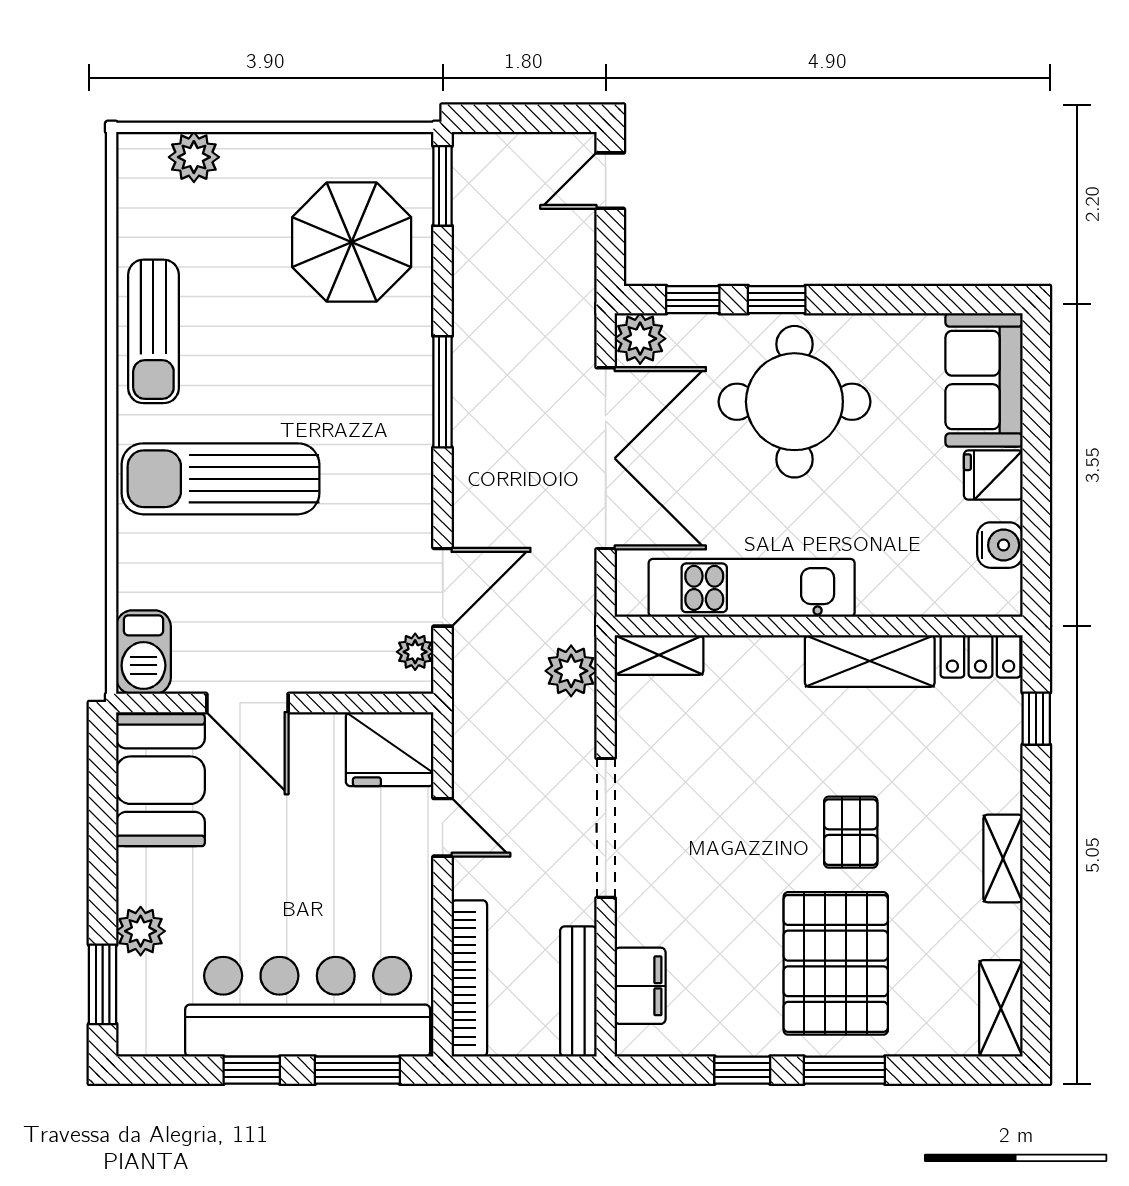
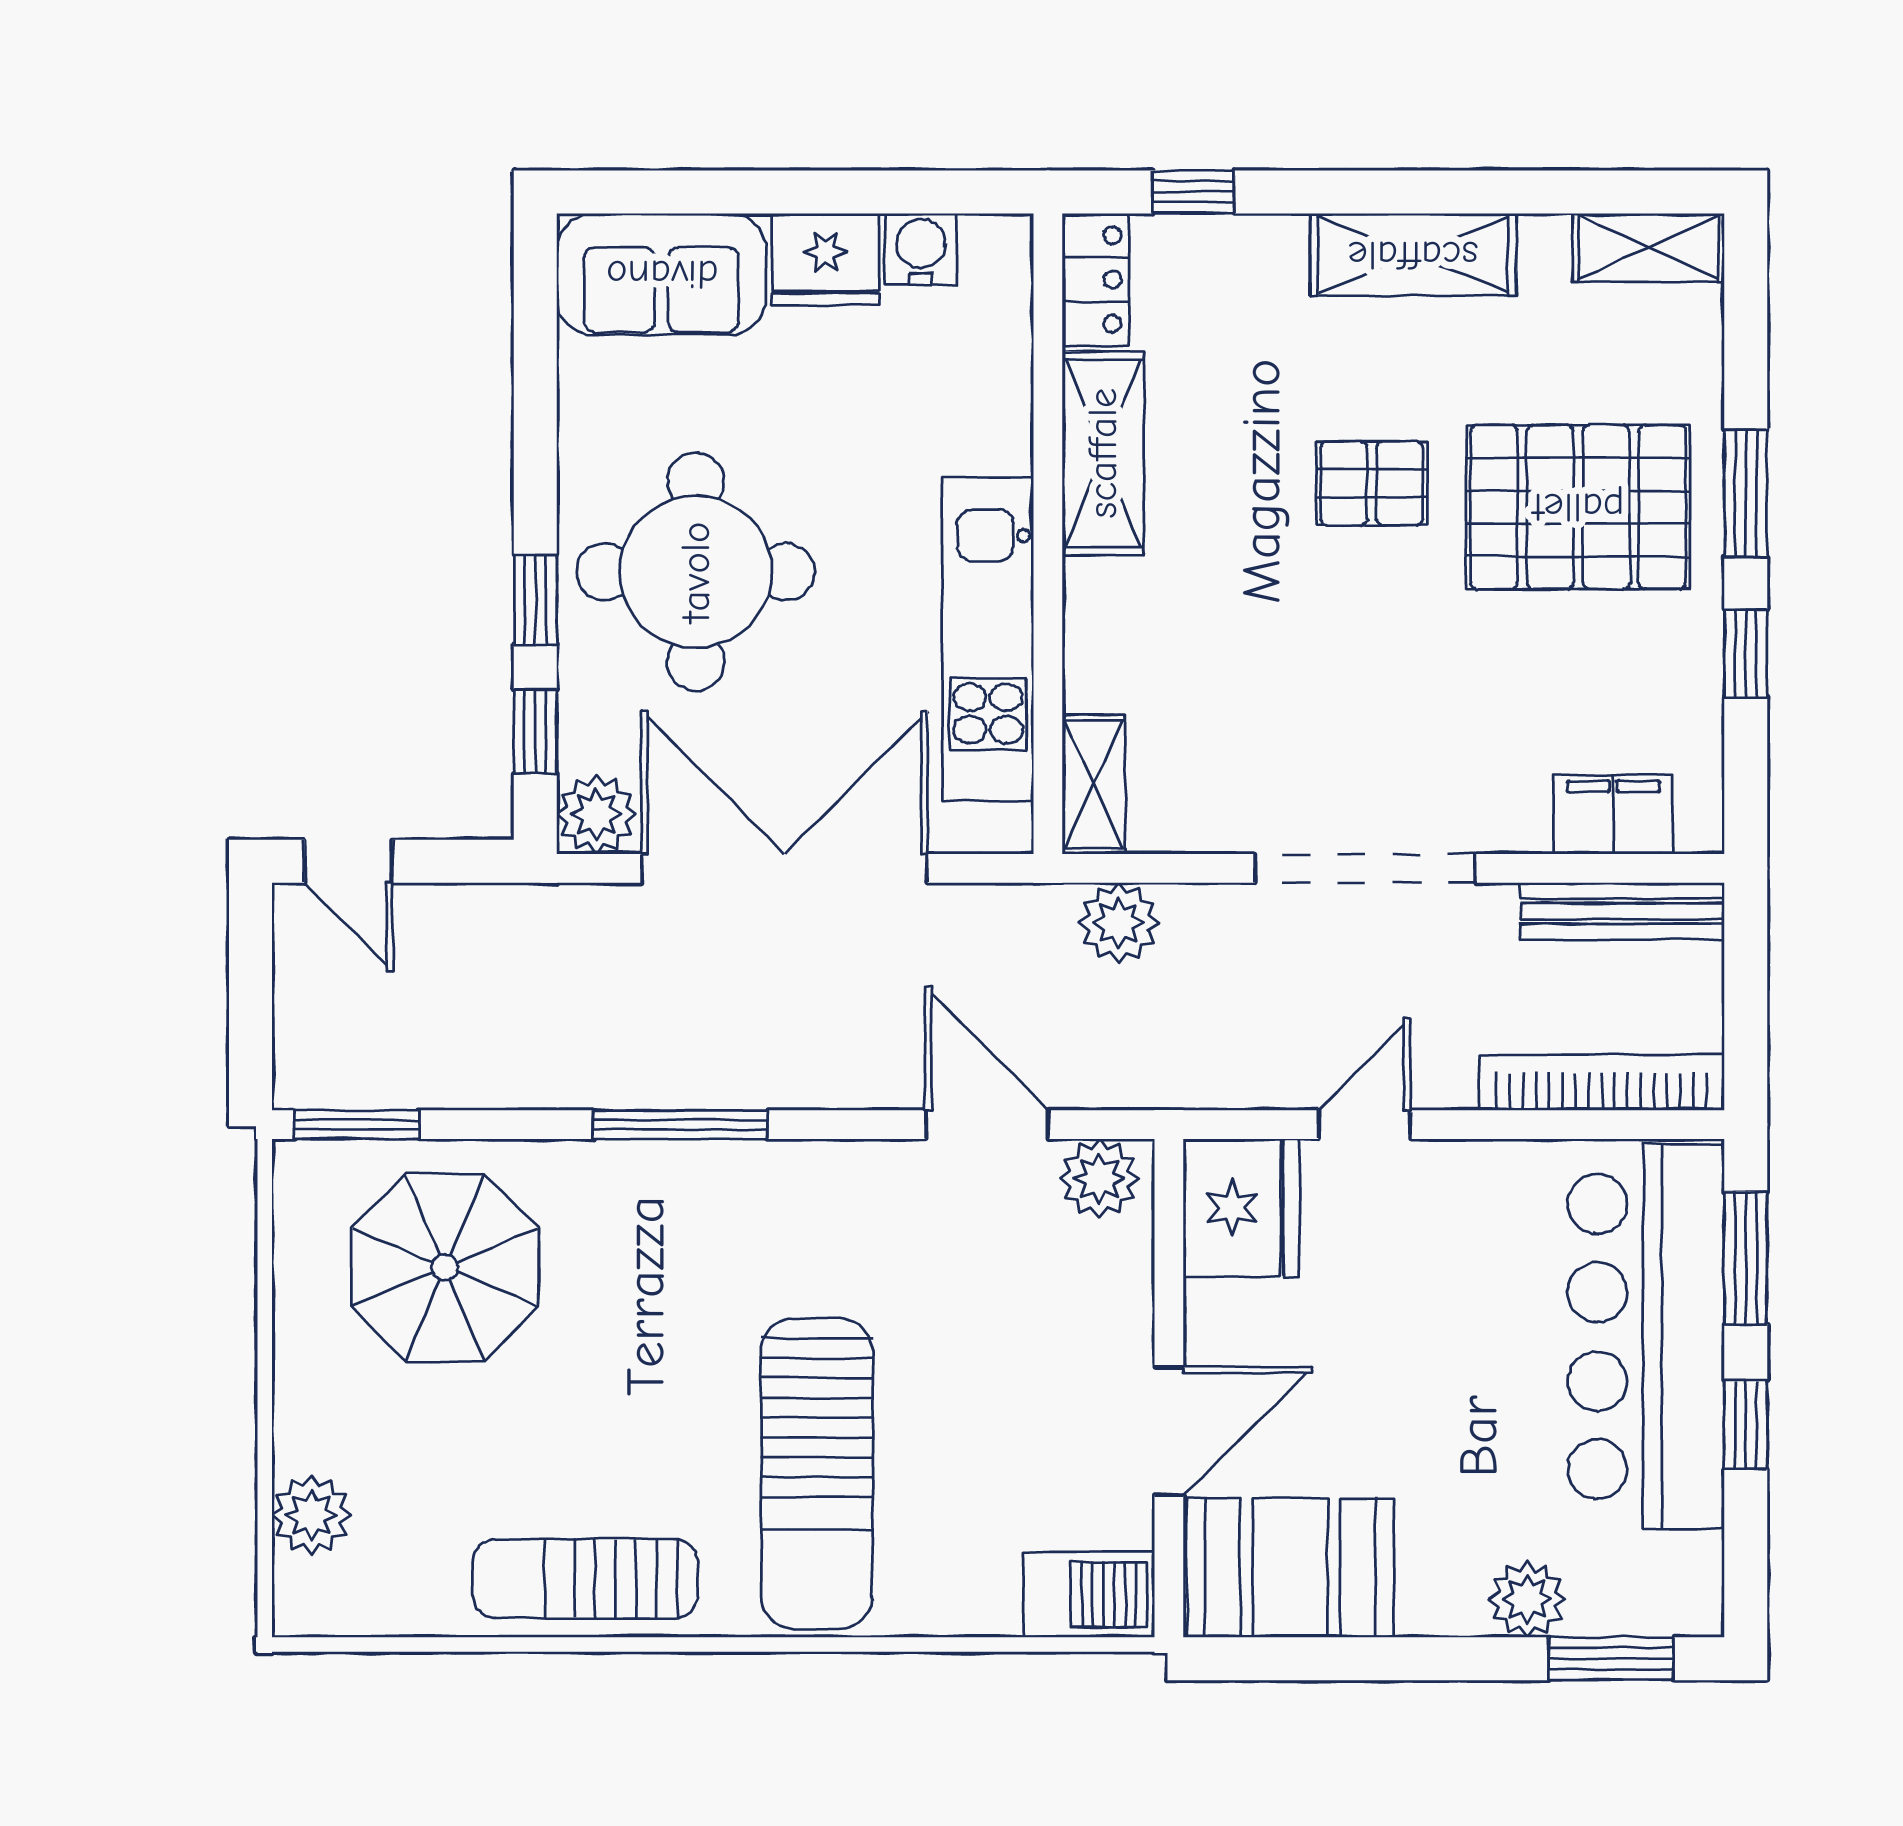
sun lounger: (153, 331) -> (585, 1579), turned 180
fridge: (993, 475) -> (826, 259), width x1.38
plant: (415, 652) -> (1099, 1179), width x1.38, depth x1.38
shelving: (1003, 858) -> (1413, 255), width x1.50, depth x1.33

